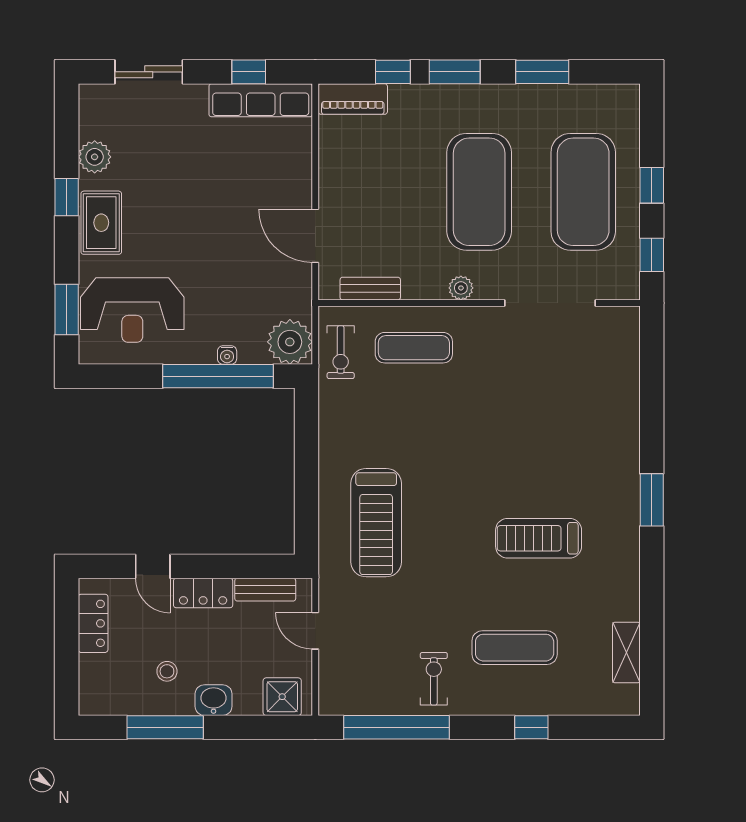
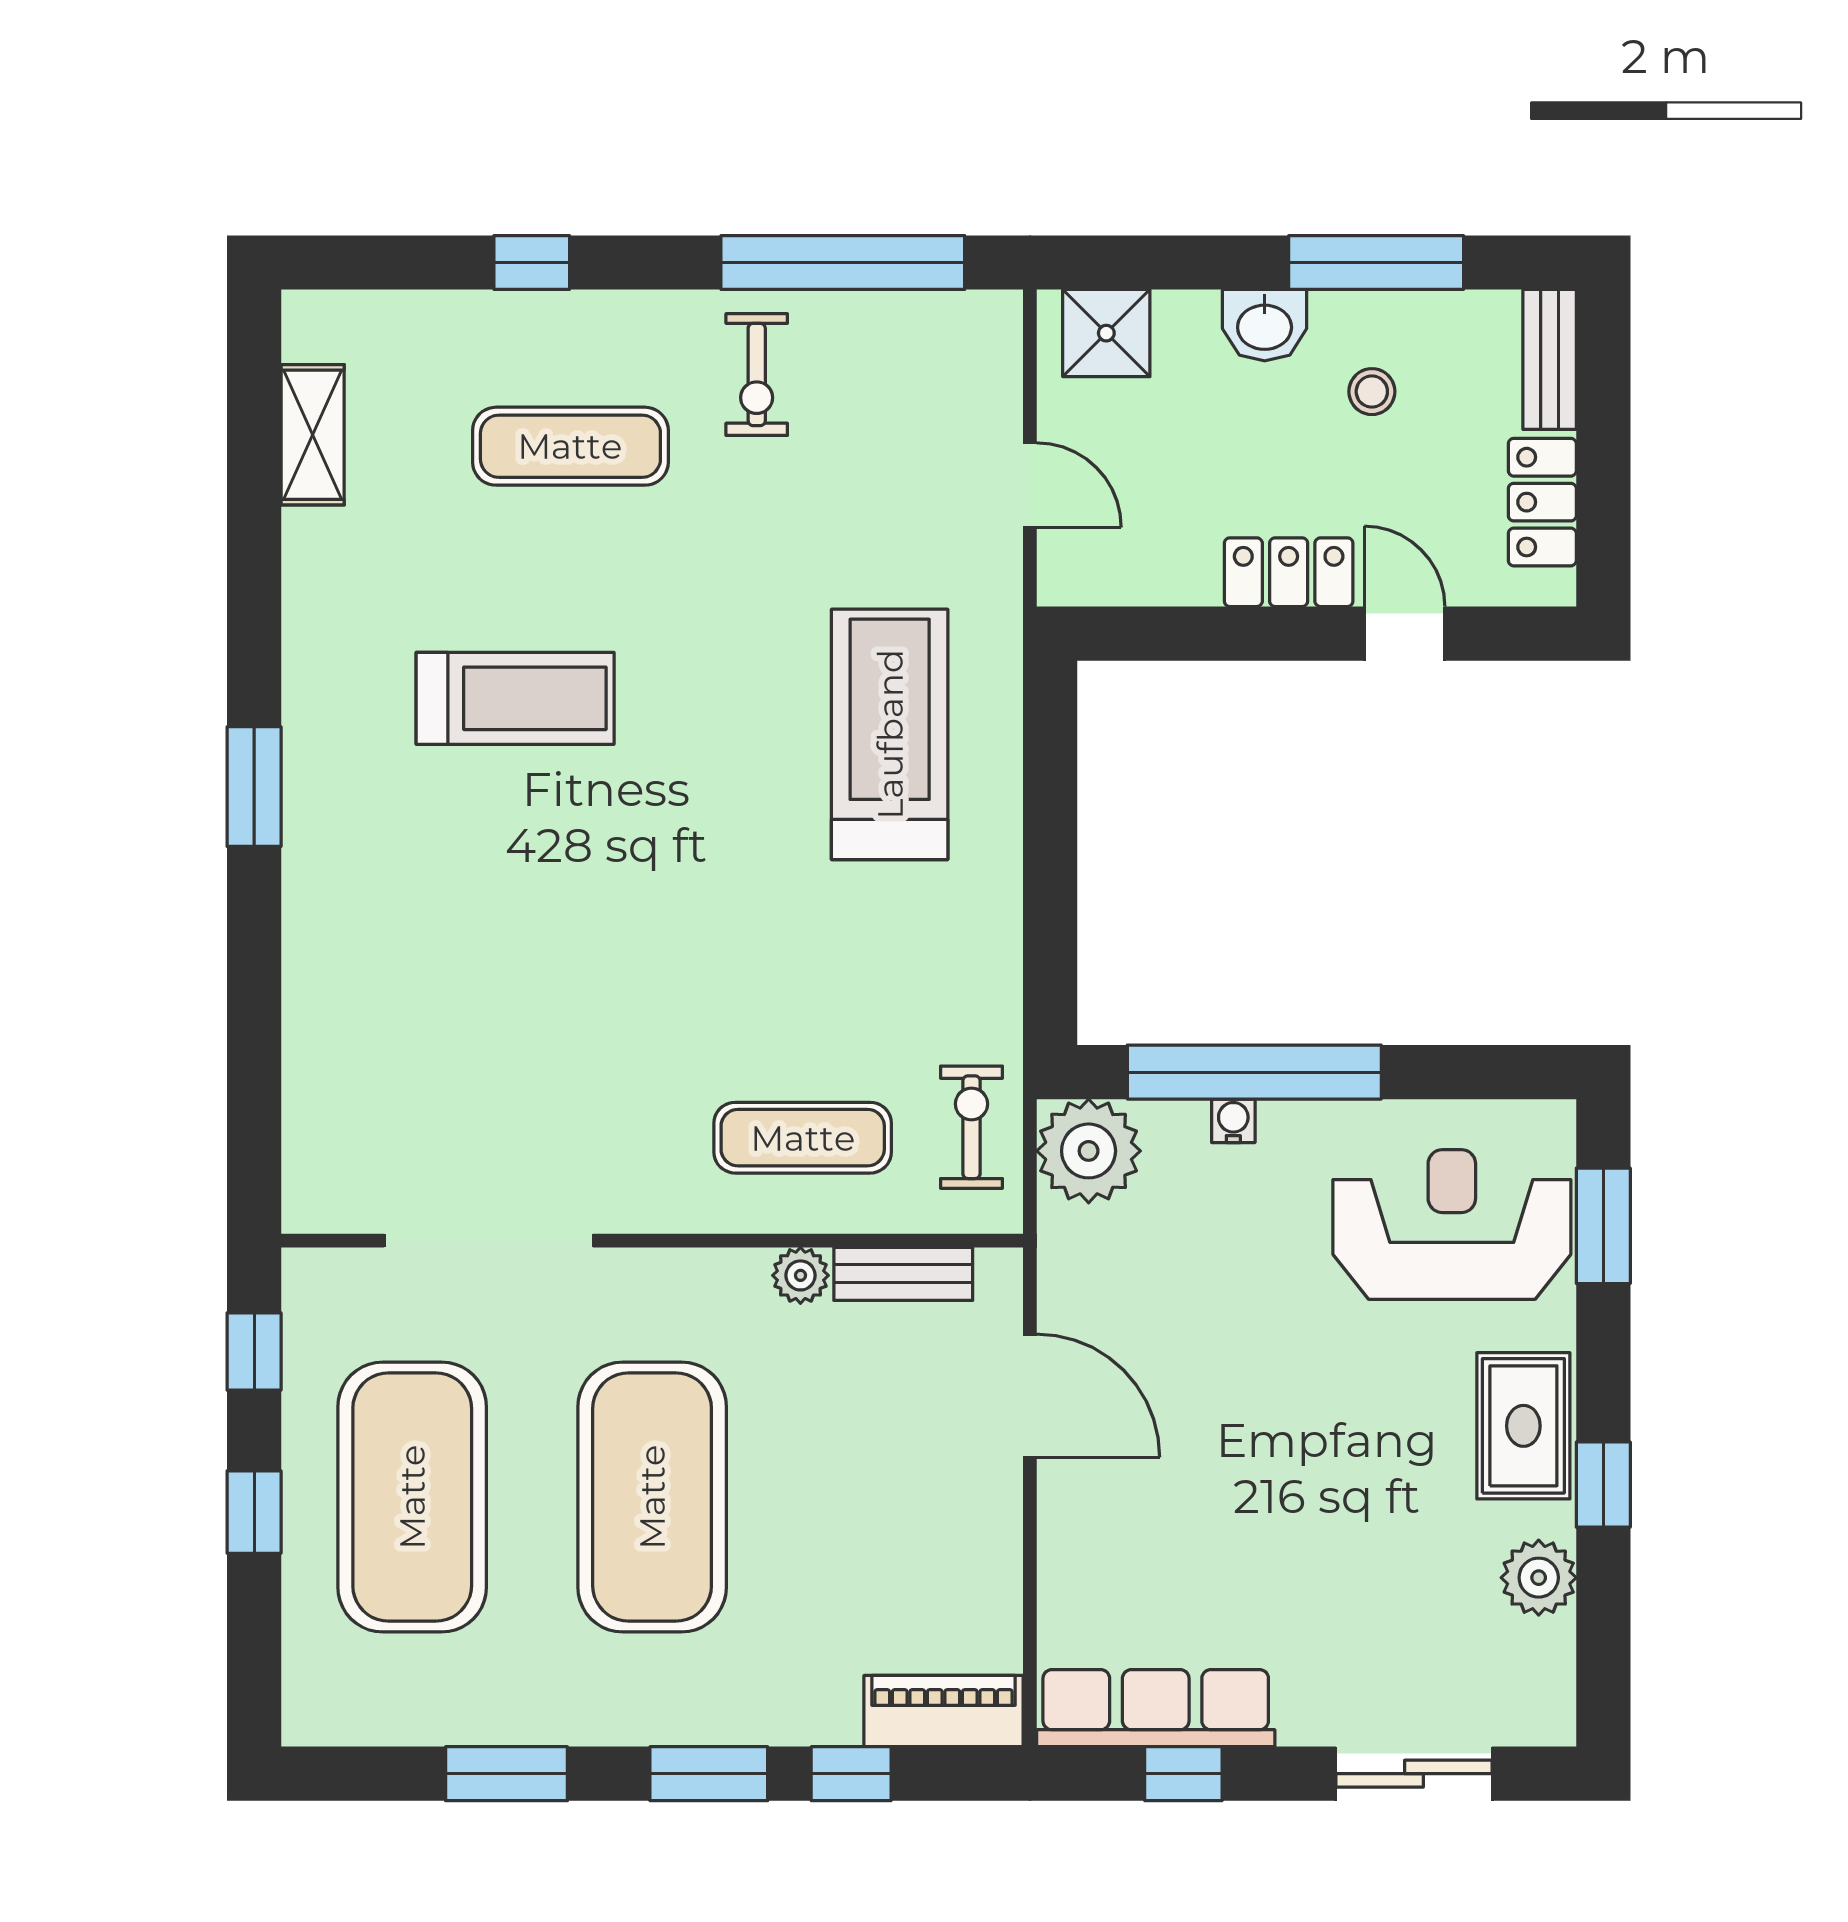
plant: (461, 288) -> (800, 1275), moved
bench: (265, 590) -> (1550, 359), moved, turned 90

